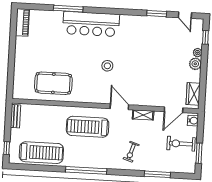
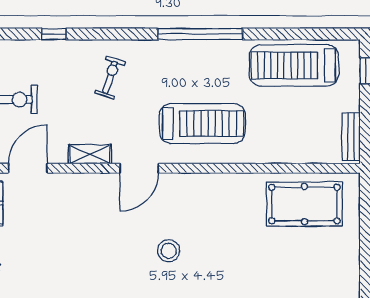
pool table: (53, 83) -> (304, 204), moved
door: (119, 107) -> (139, 168), hinge flipped
window: (157, 174) -> (54, 34), width x0.46

